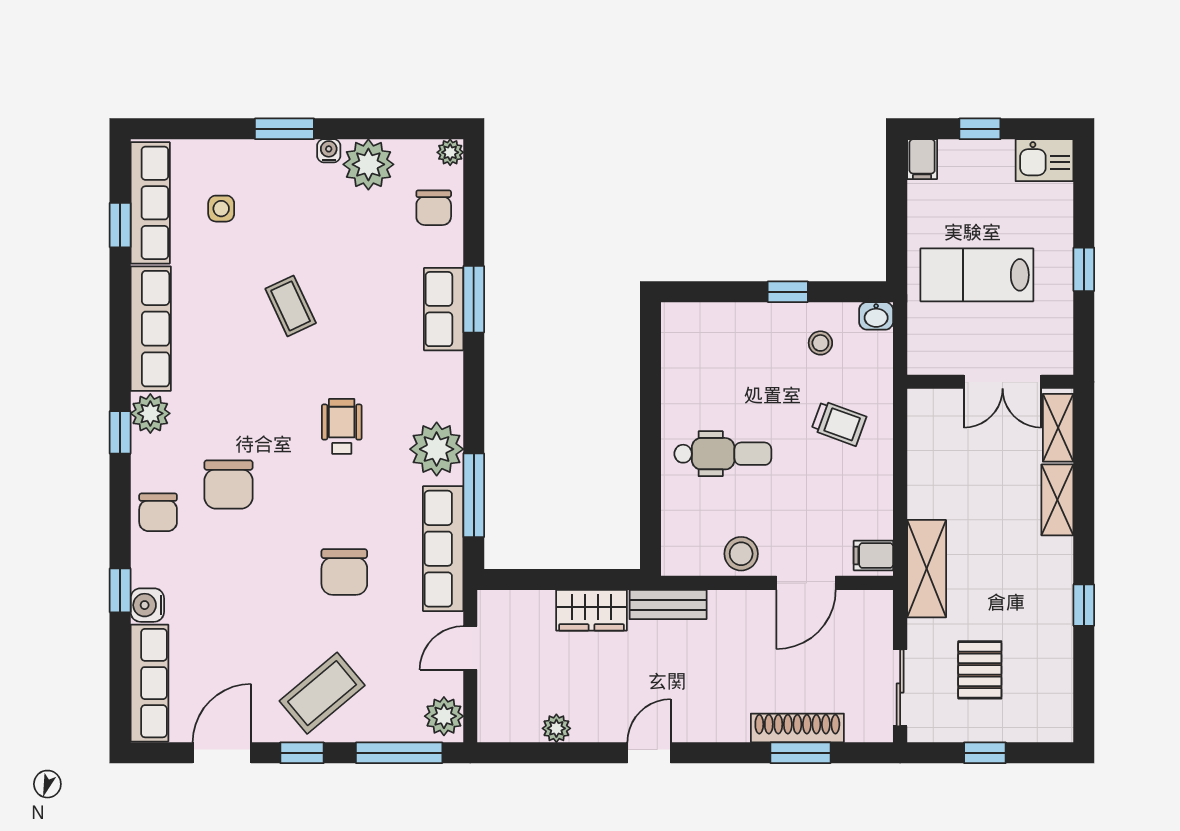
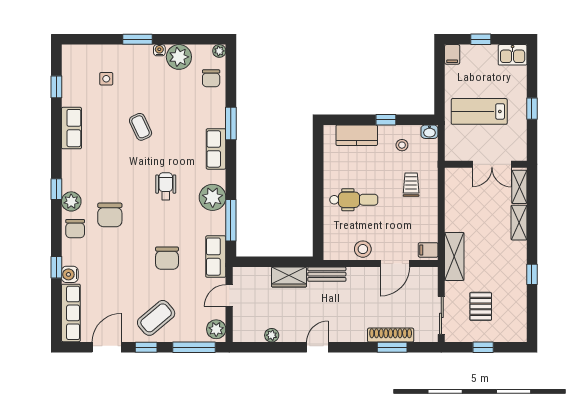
row of seats: (150, 203) -> (71, 76), removed
row of seats: (444, 309) -> (216, 149), moved
kitchen counter: (729, 323) -> (357, 135), added
row of seats: (151, 329) -> (71, 128), width x0.68
plant: (150, 413) -> (71, 201), moved
trolley: (839, 423) -> (411, 185), turned -110
row of seats: (443, 549) -> (216, 257), width x0.68

